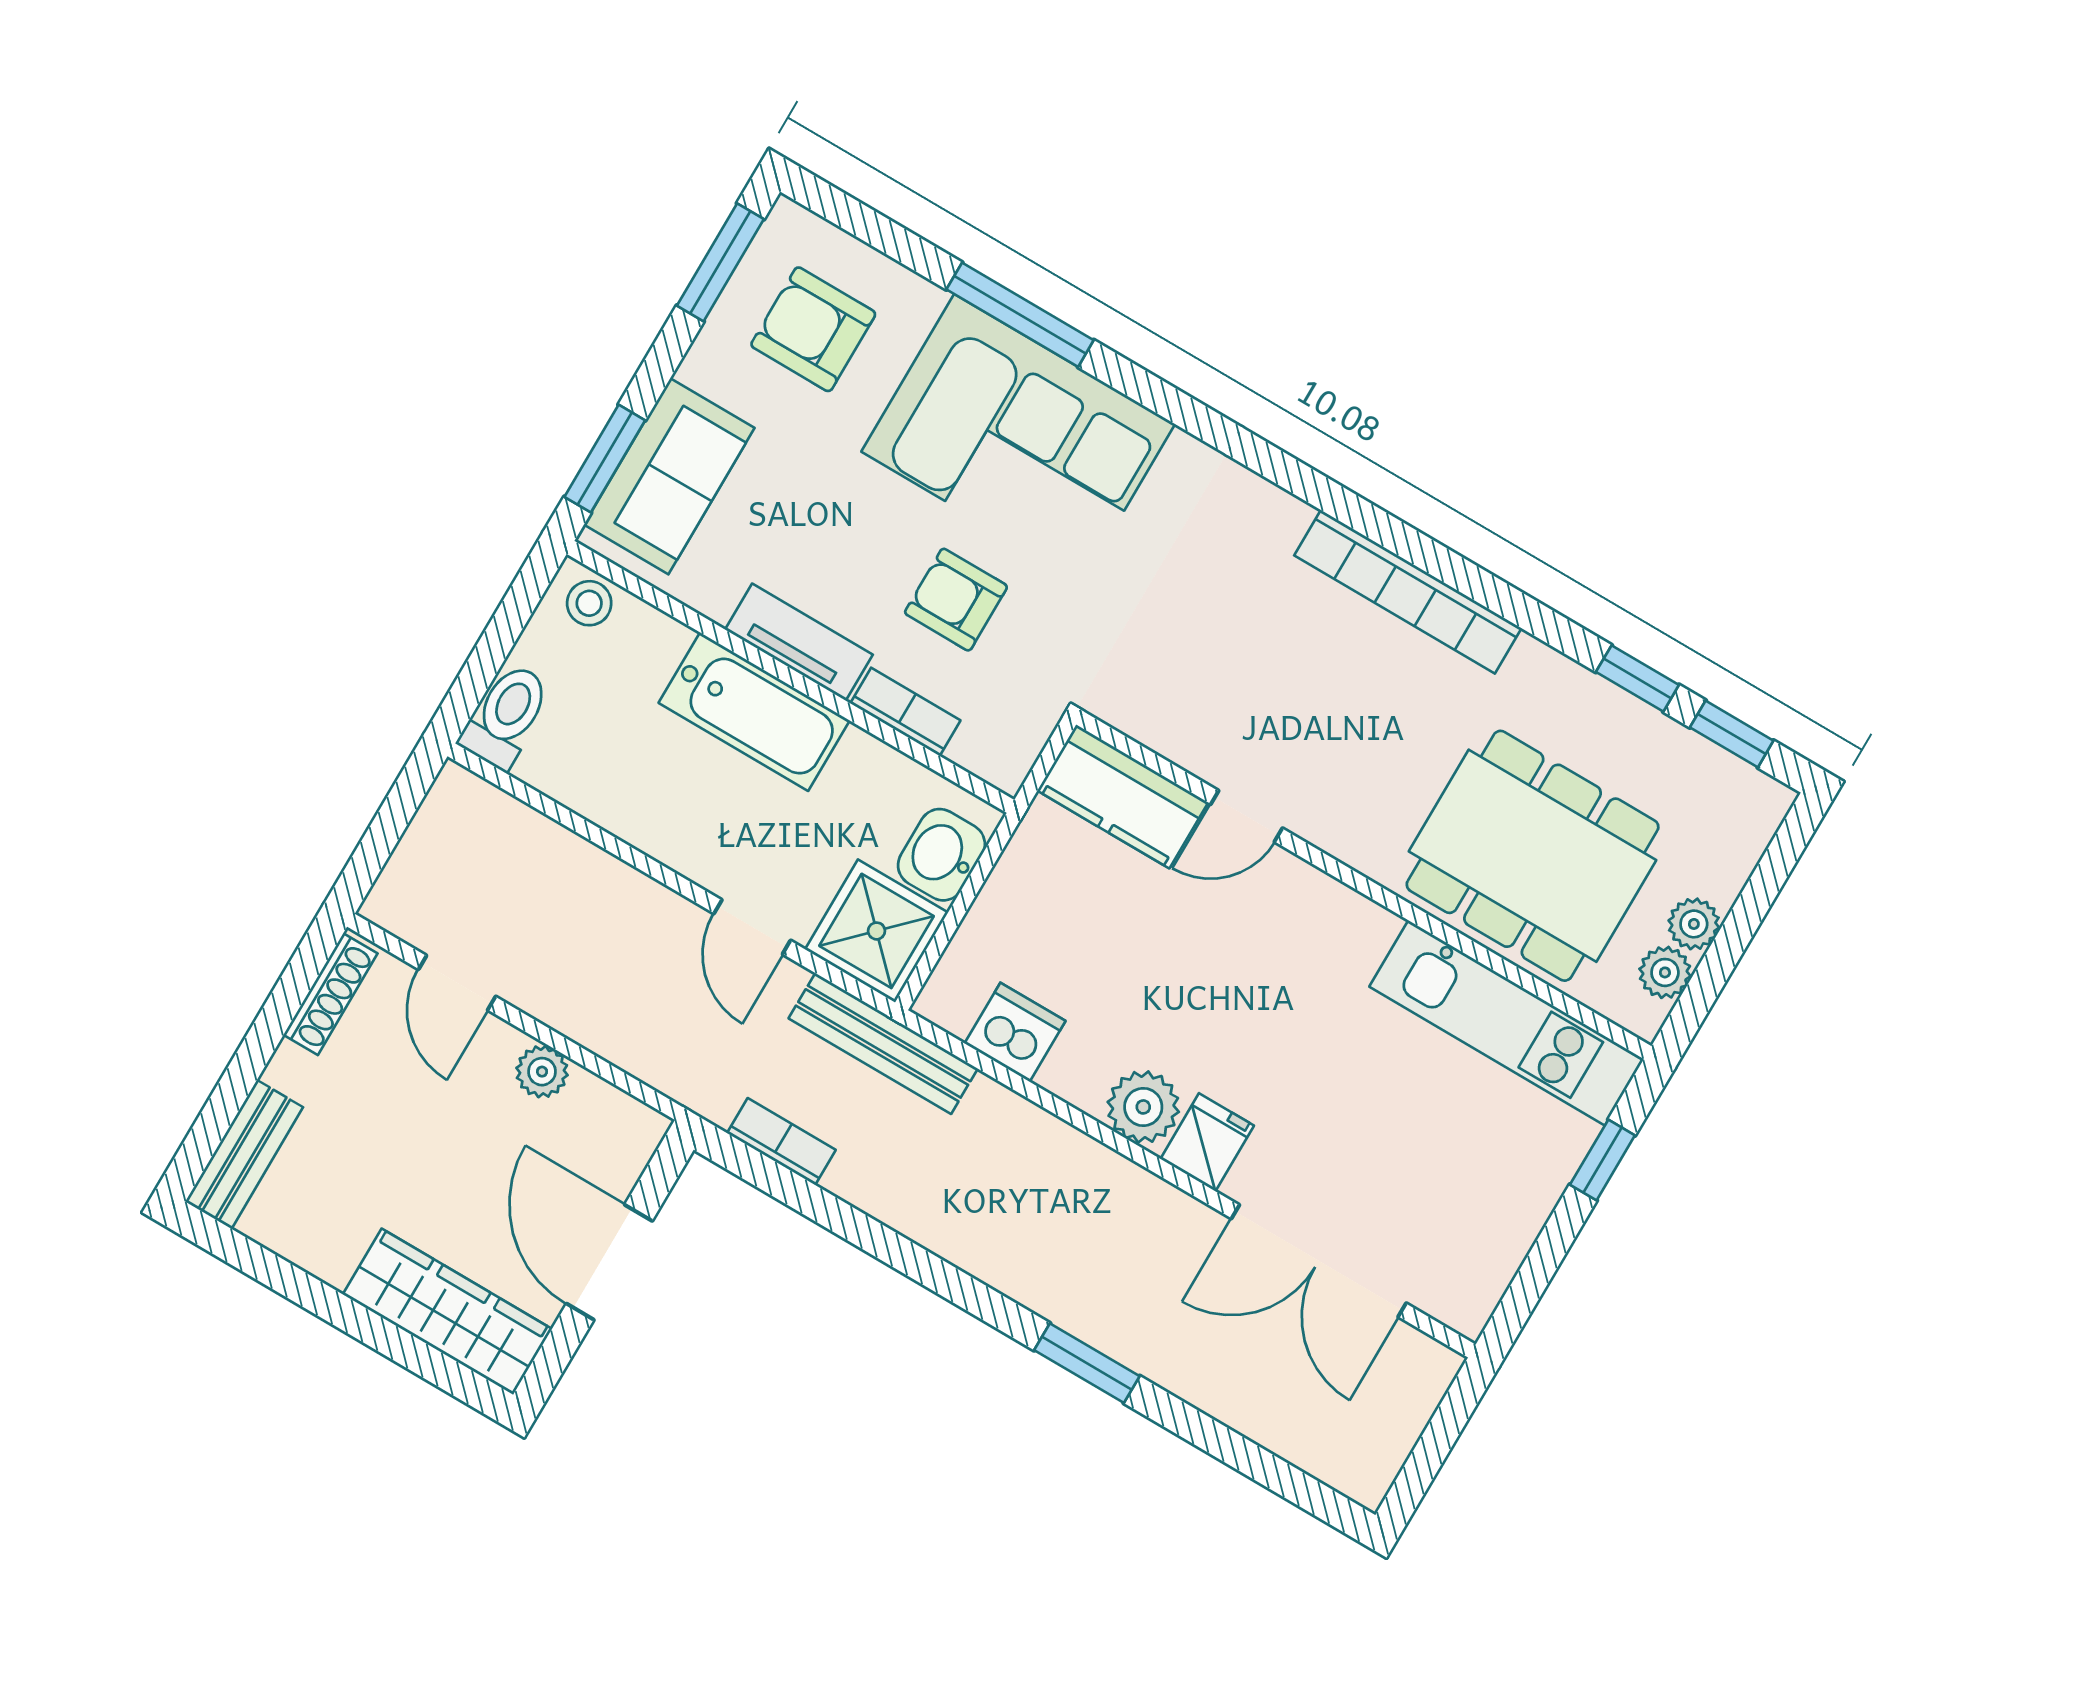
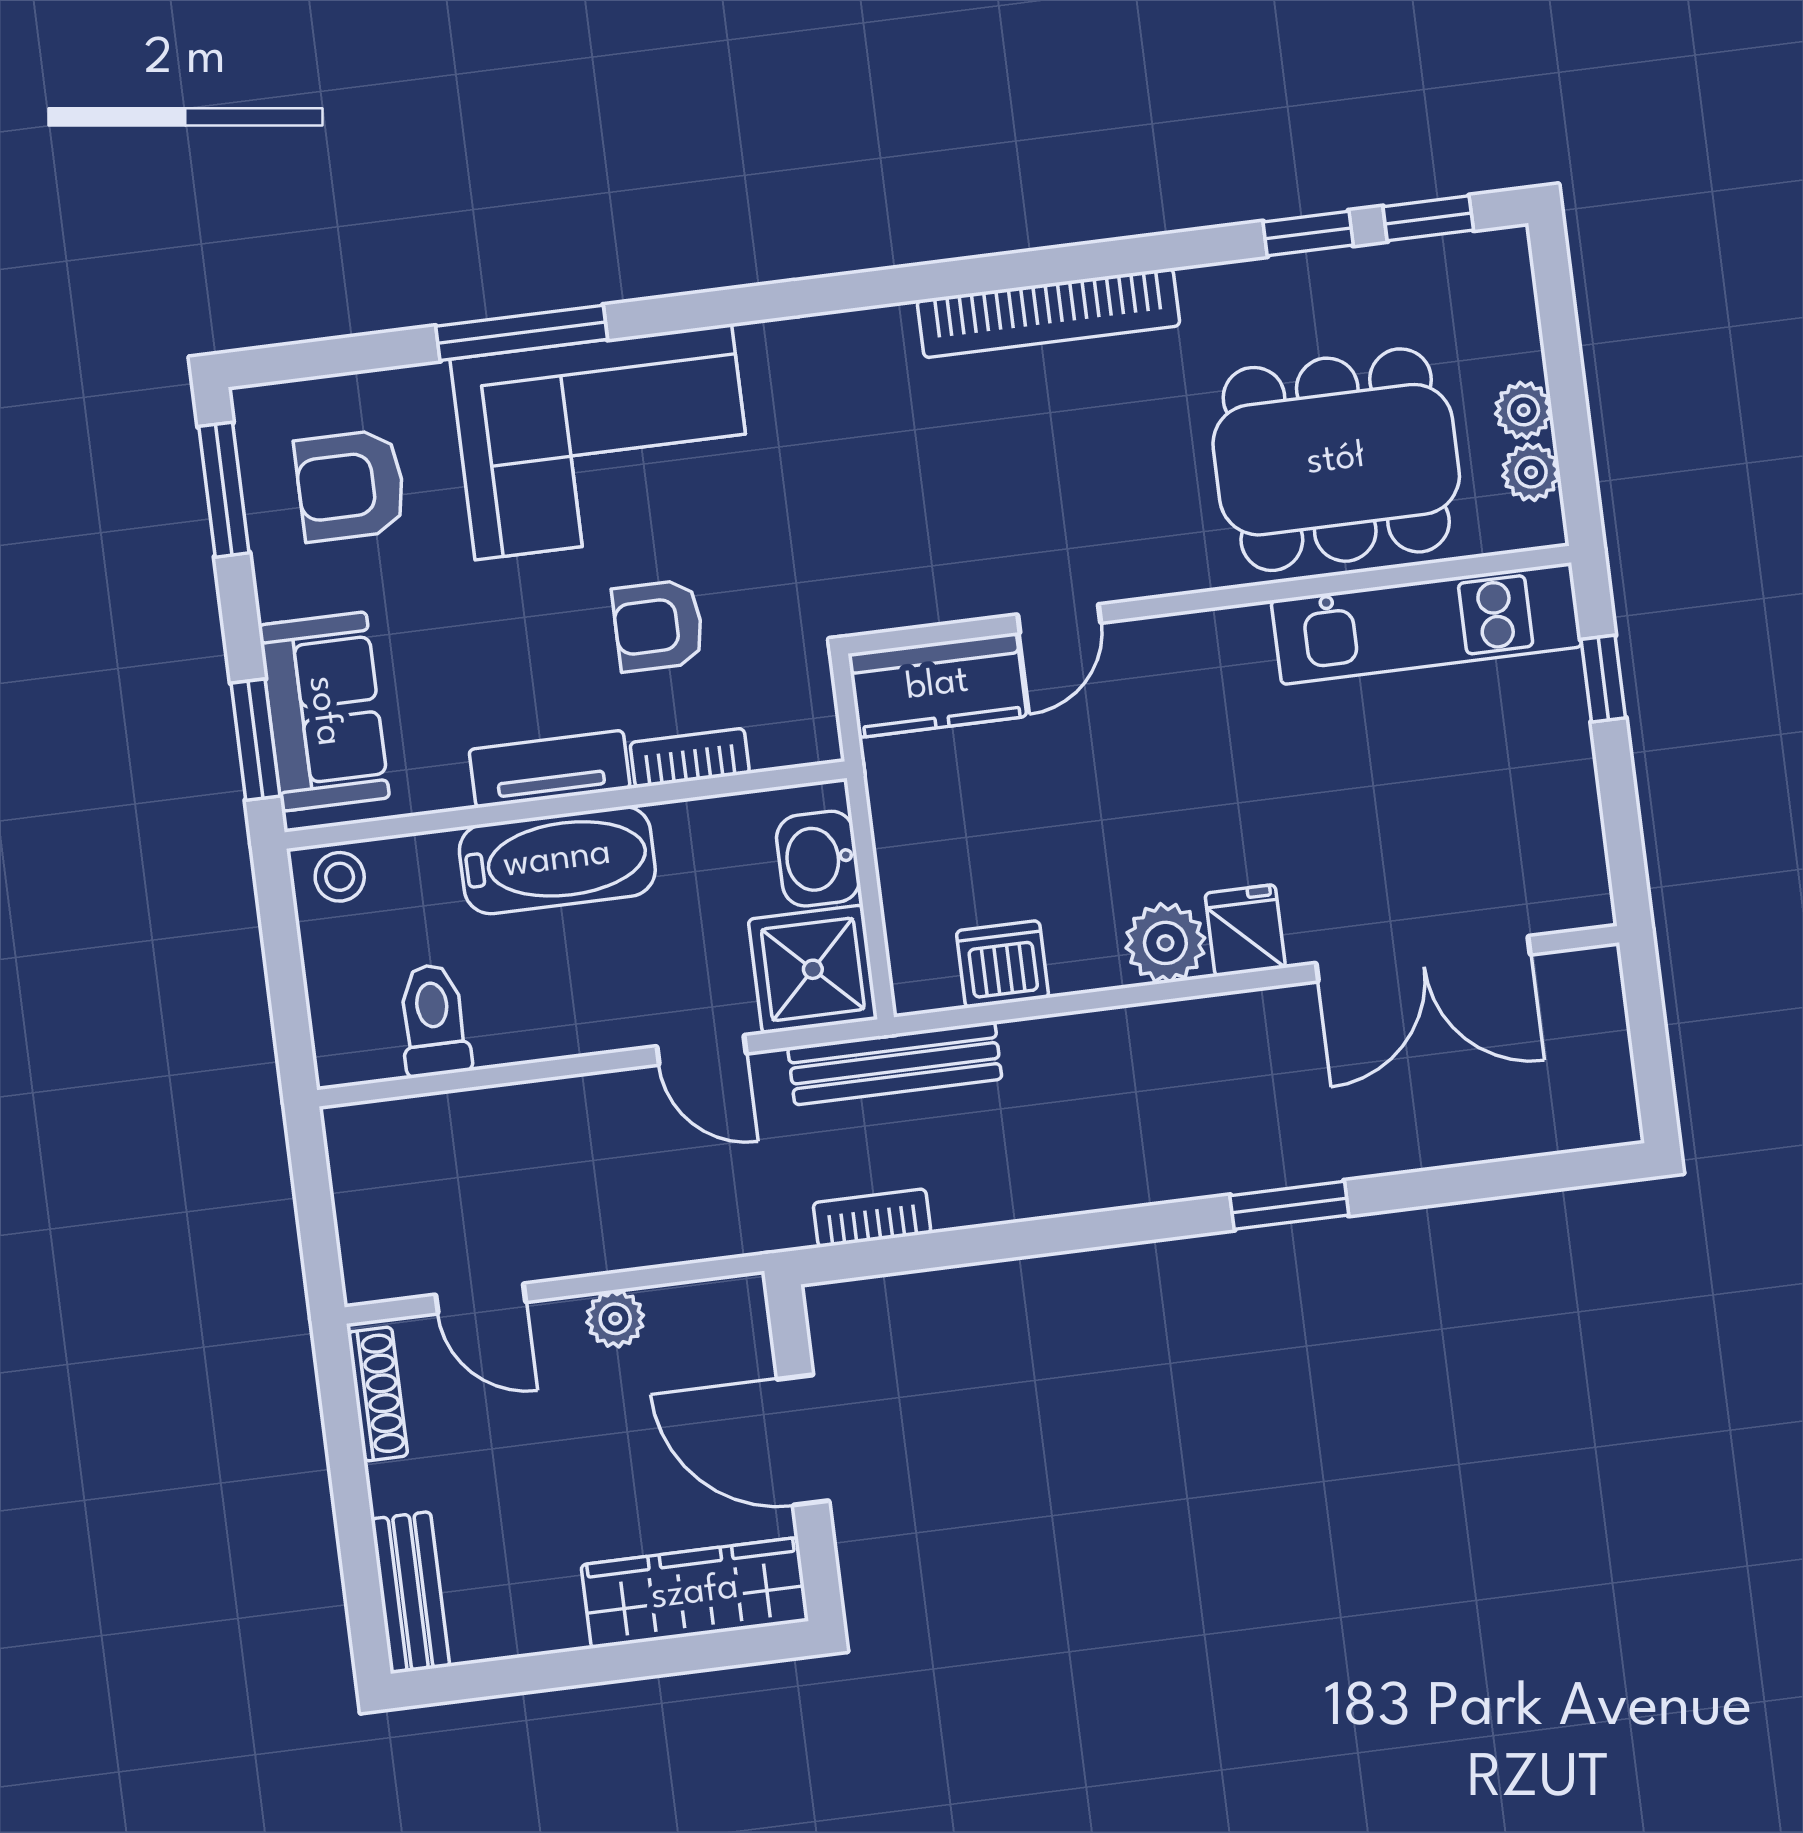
toilet: (506, 716) -> (434, 1020), moved

